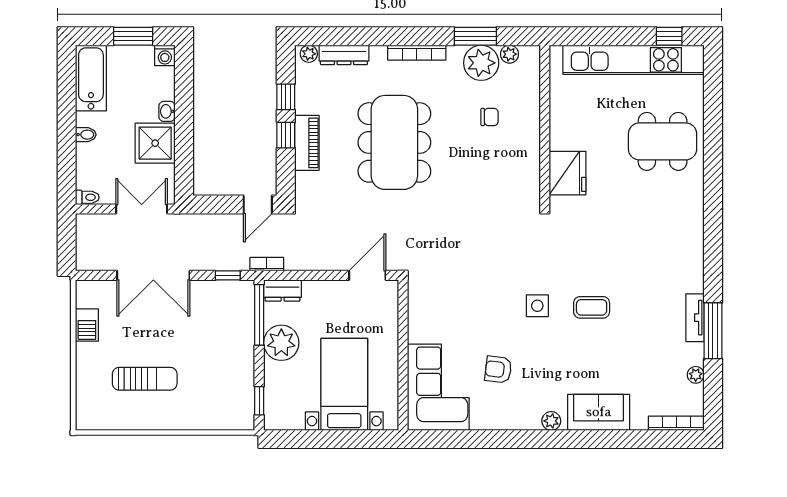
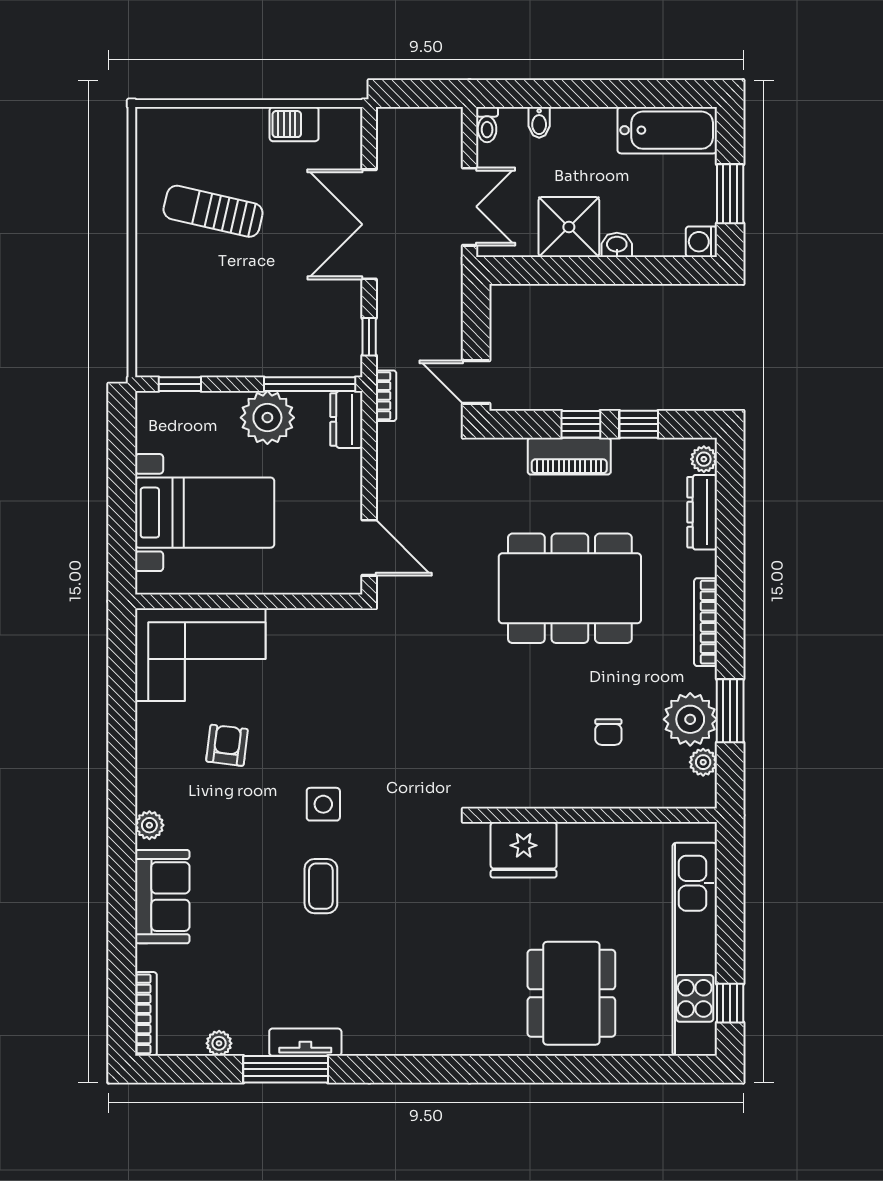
bidet: (86, 135) -> (539, 122), moved
sun lounger: (145, 379) -> (213, 211), turned 103

